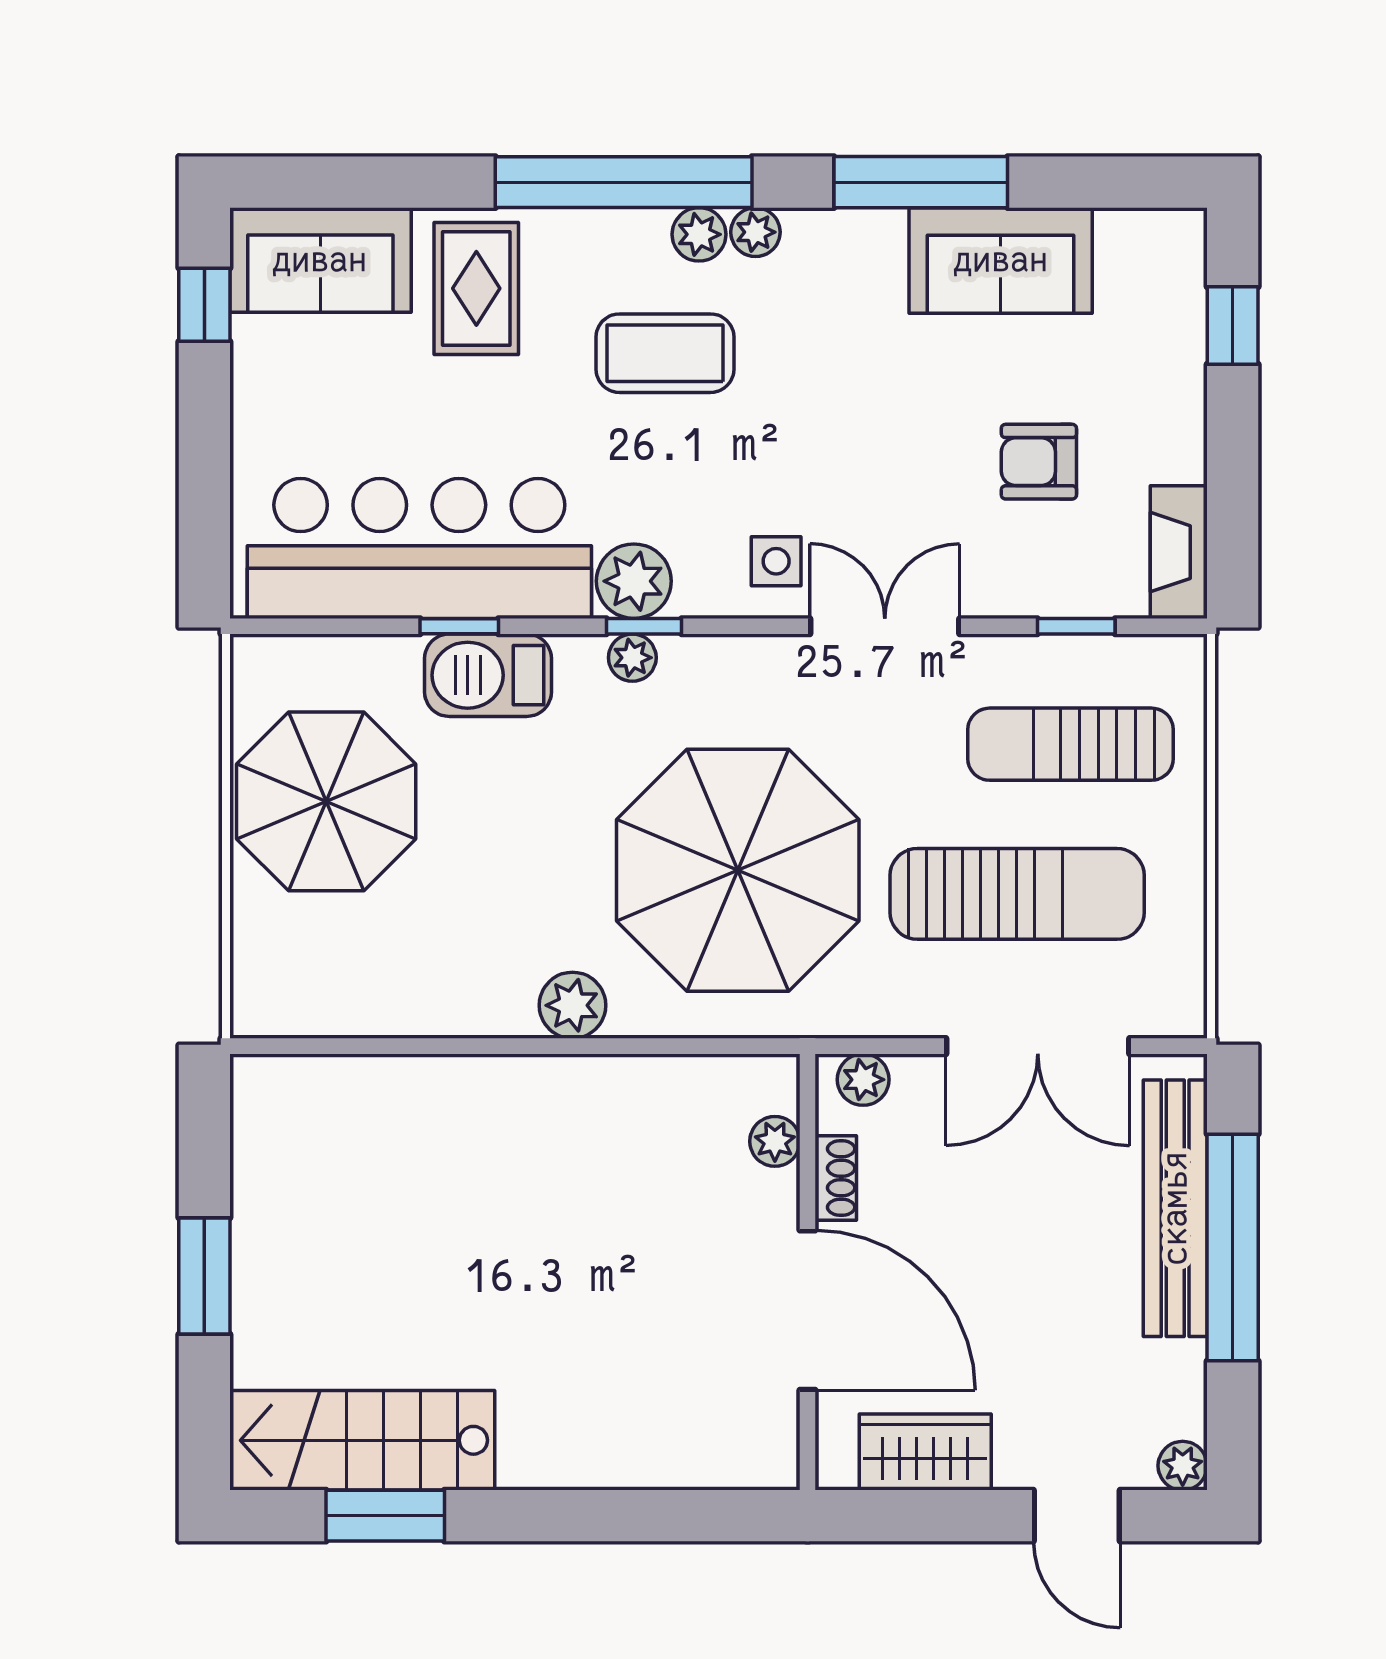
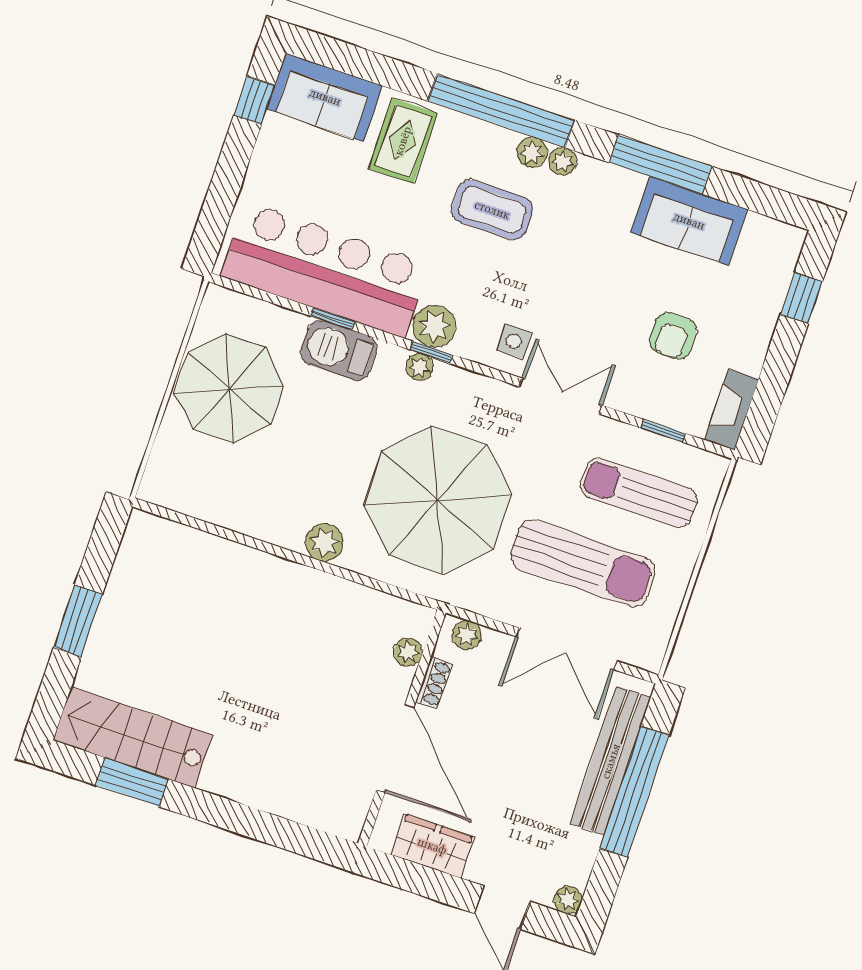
armchair: (1039, 462) -> (673, 336), turned -90

